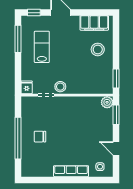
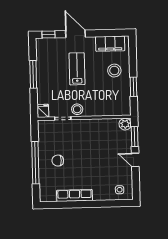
window: (18, 39) -> (33, 74), moved
lab bench: (42, 47) -> (77, 69), moved
window: (116, 79) -> (133, 87), moved
door: (116, 148) -> (135, 160), moved
row of seats: (71, 171) -> (75, 195), moved

